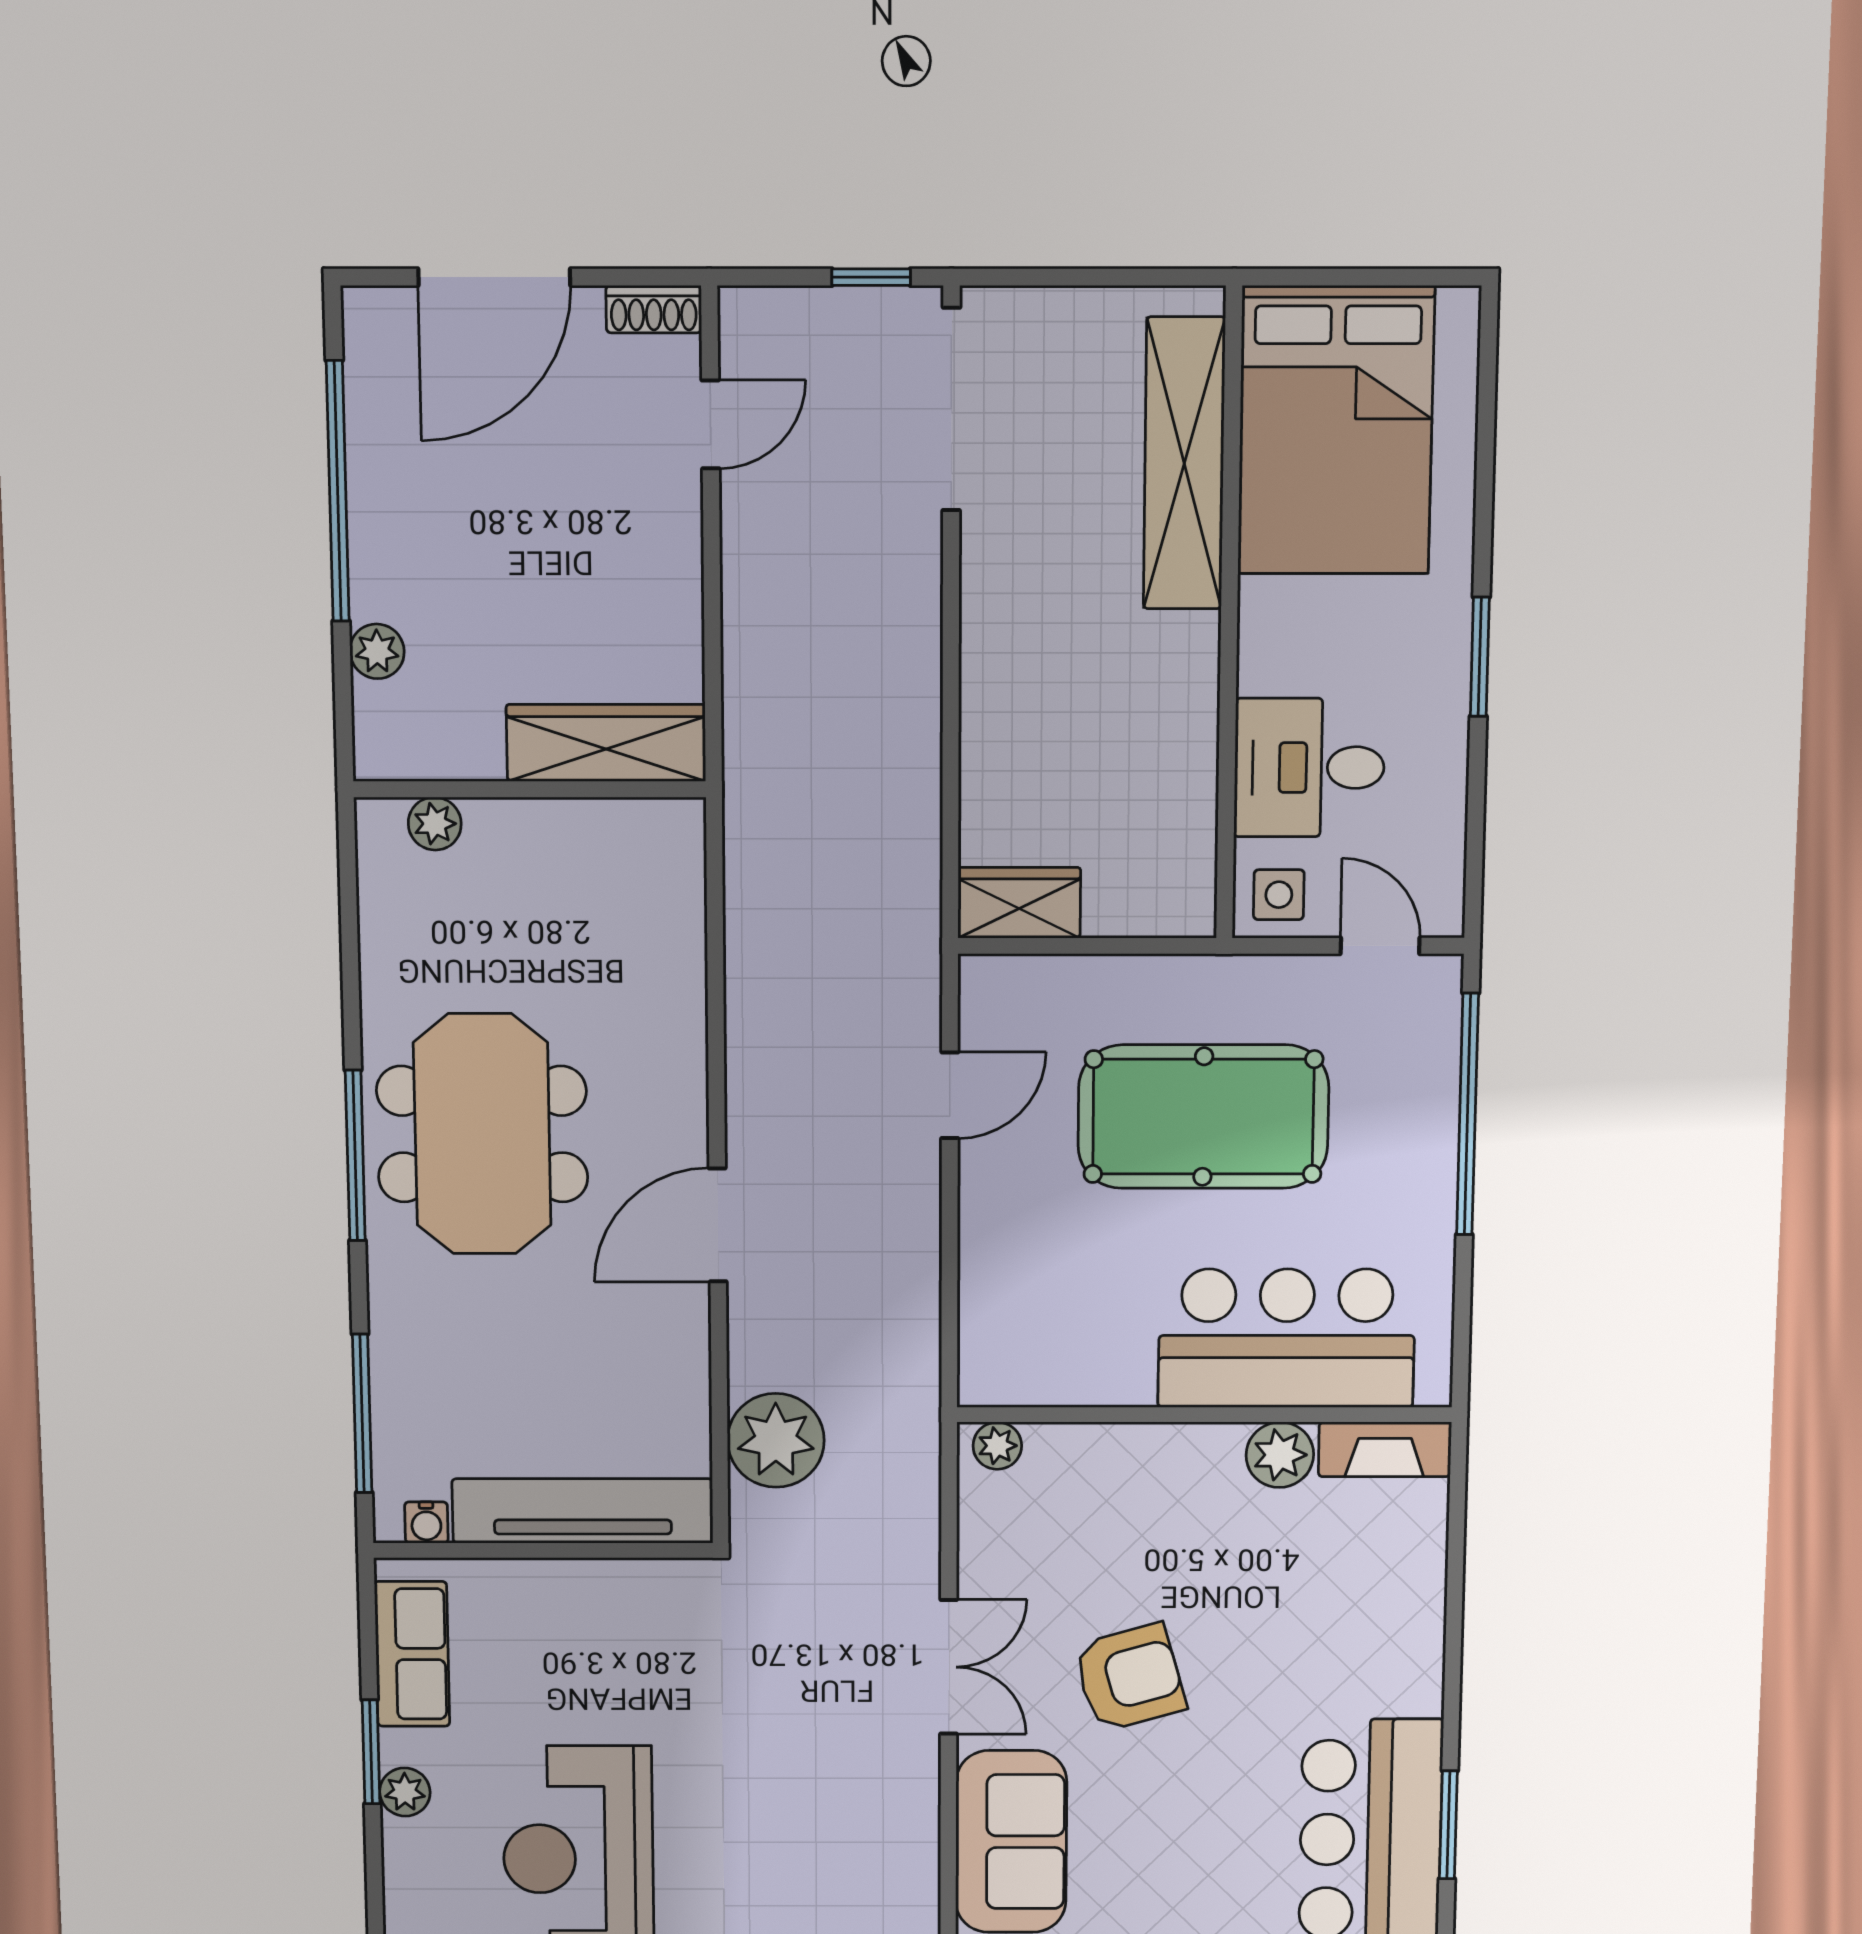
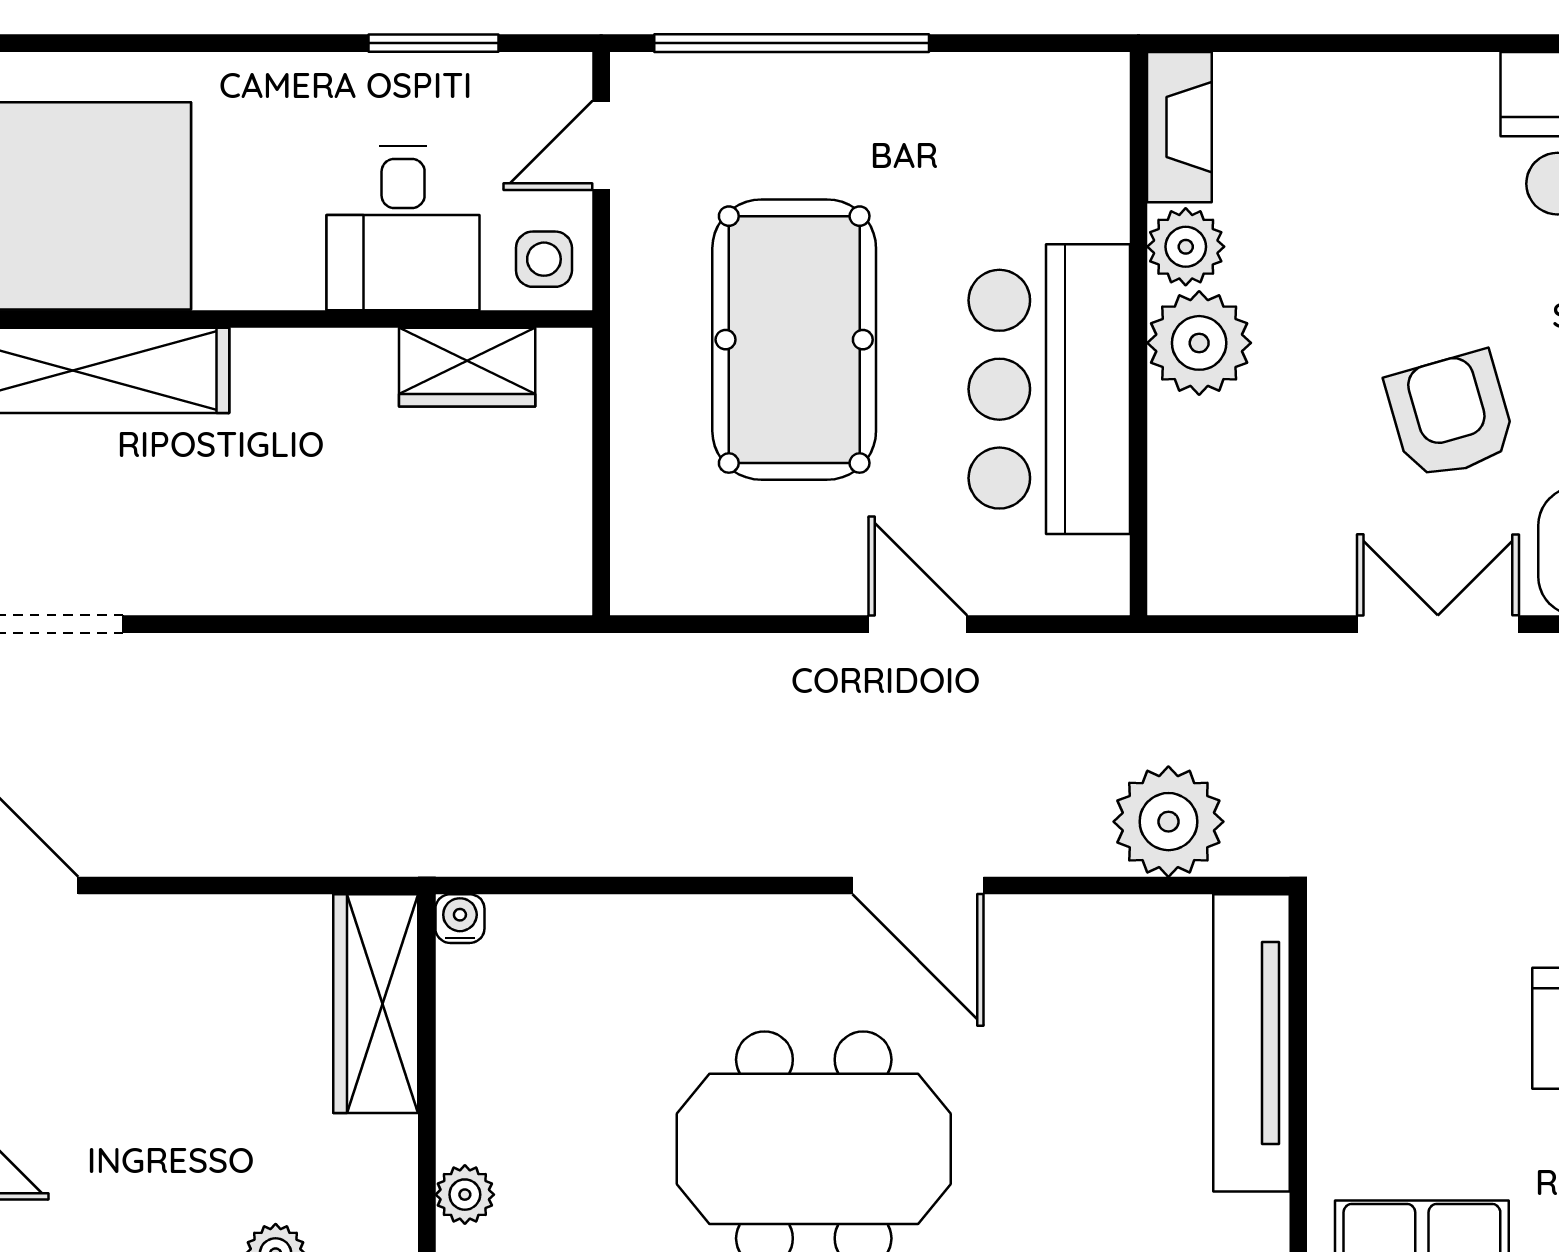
window: (1480, 657) -> (433, 43), moved
wardrobe: (1019, 903) -> (467, 367), moved, turned -90
door: (950, 1095) -> (918, 624), moved
bar counter: (1287, 1338) -> (1049, 389), moved
plant: (997, 1446) -> (1199, 343), moved, width x1.87, depth x1.87
water cooler: (426, 1522) -> (460, 919), moved, turned -90

